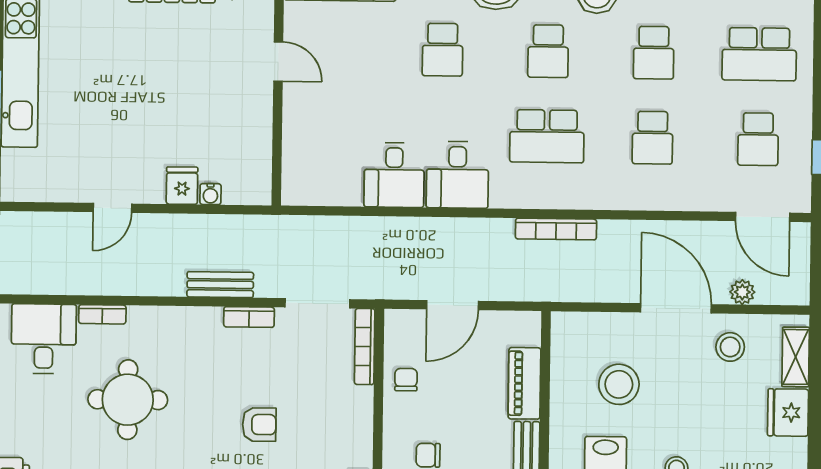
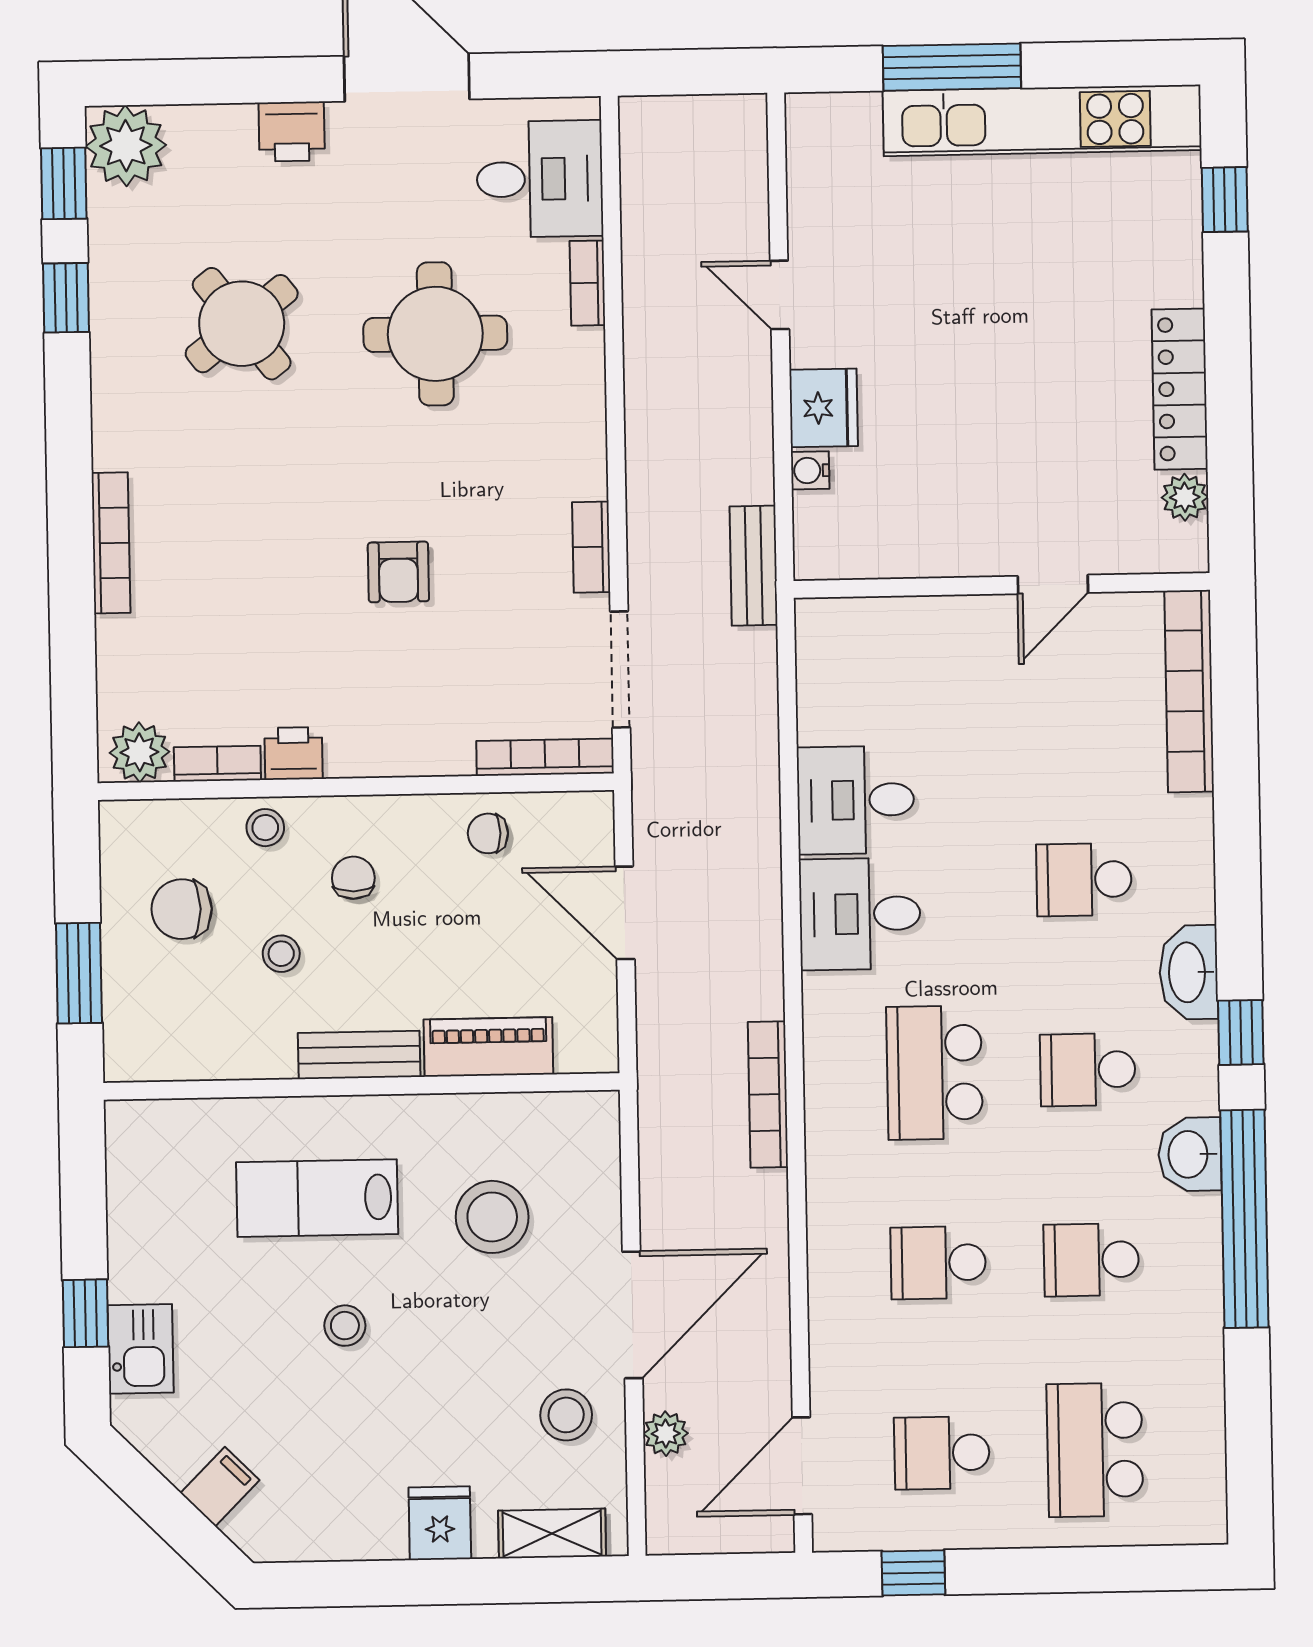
fridge: (182, 186) -> (824, 408), width x1.38
bench: (220, 285) -> (754, 566), moved
chair: (406, 380) -> (488, 833), turned 180
fridge: (788, 413) -> (440, 1523), width x0.72

